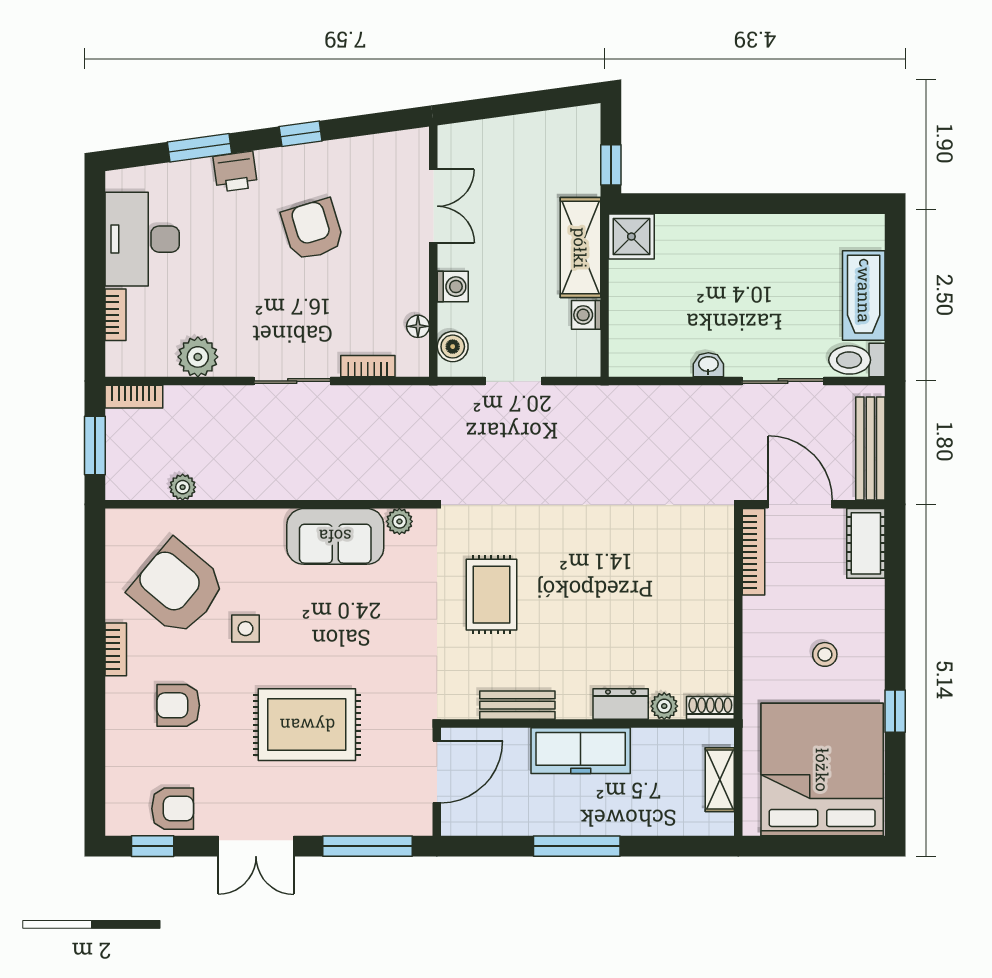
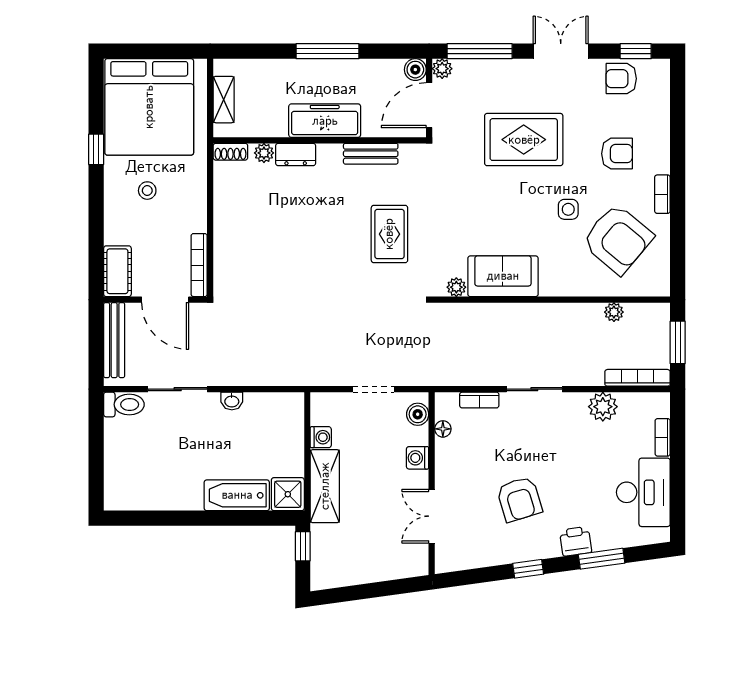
bathtub: (864, 295) -> (237, 495), moved, turned -90
bookcase: (134, 397) -> (638, 378), width x1.56
boiler: (456, 821) -> (415, 70), added
plant: (419, 822) -> (442, 69), added

